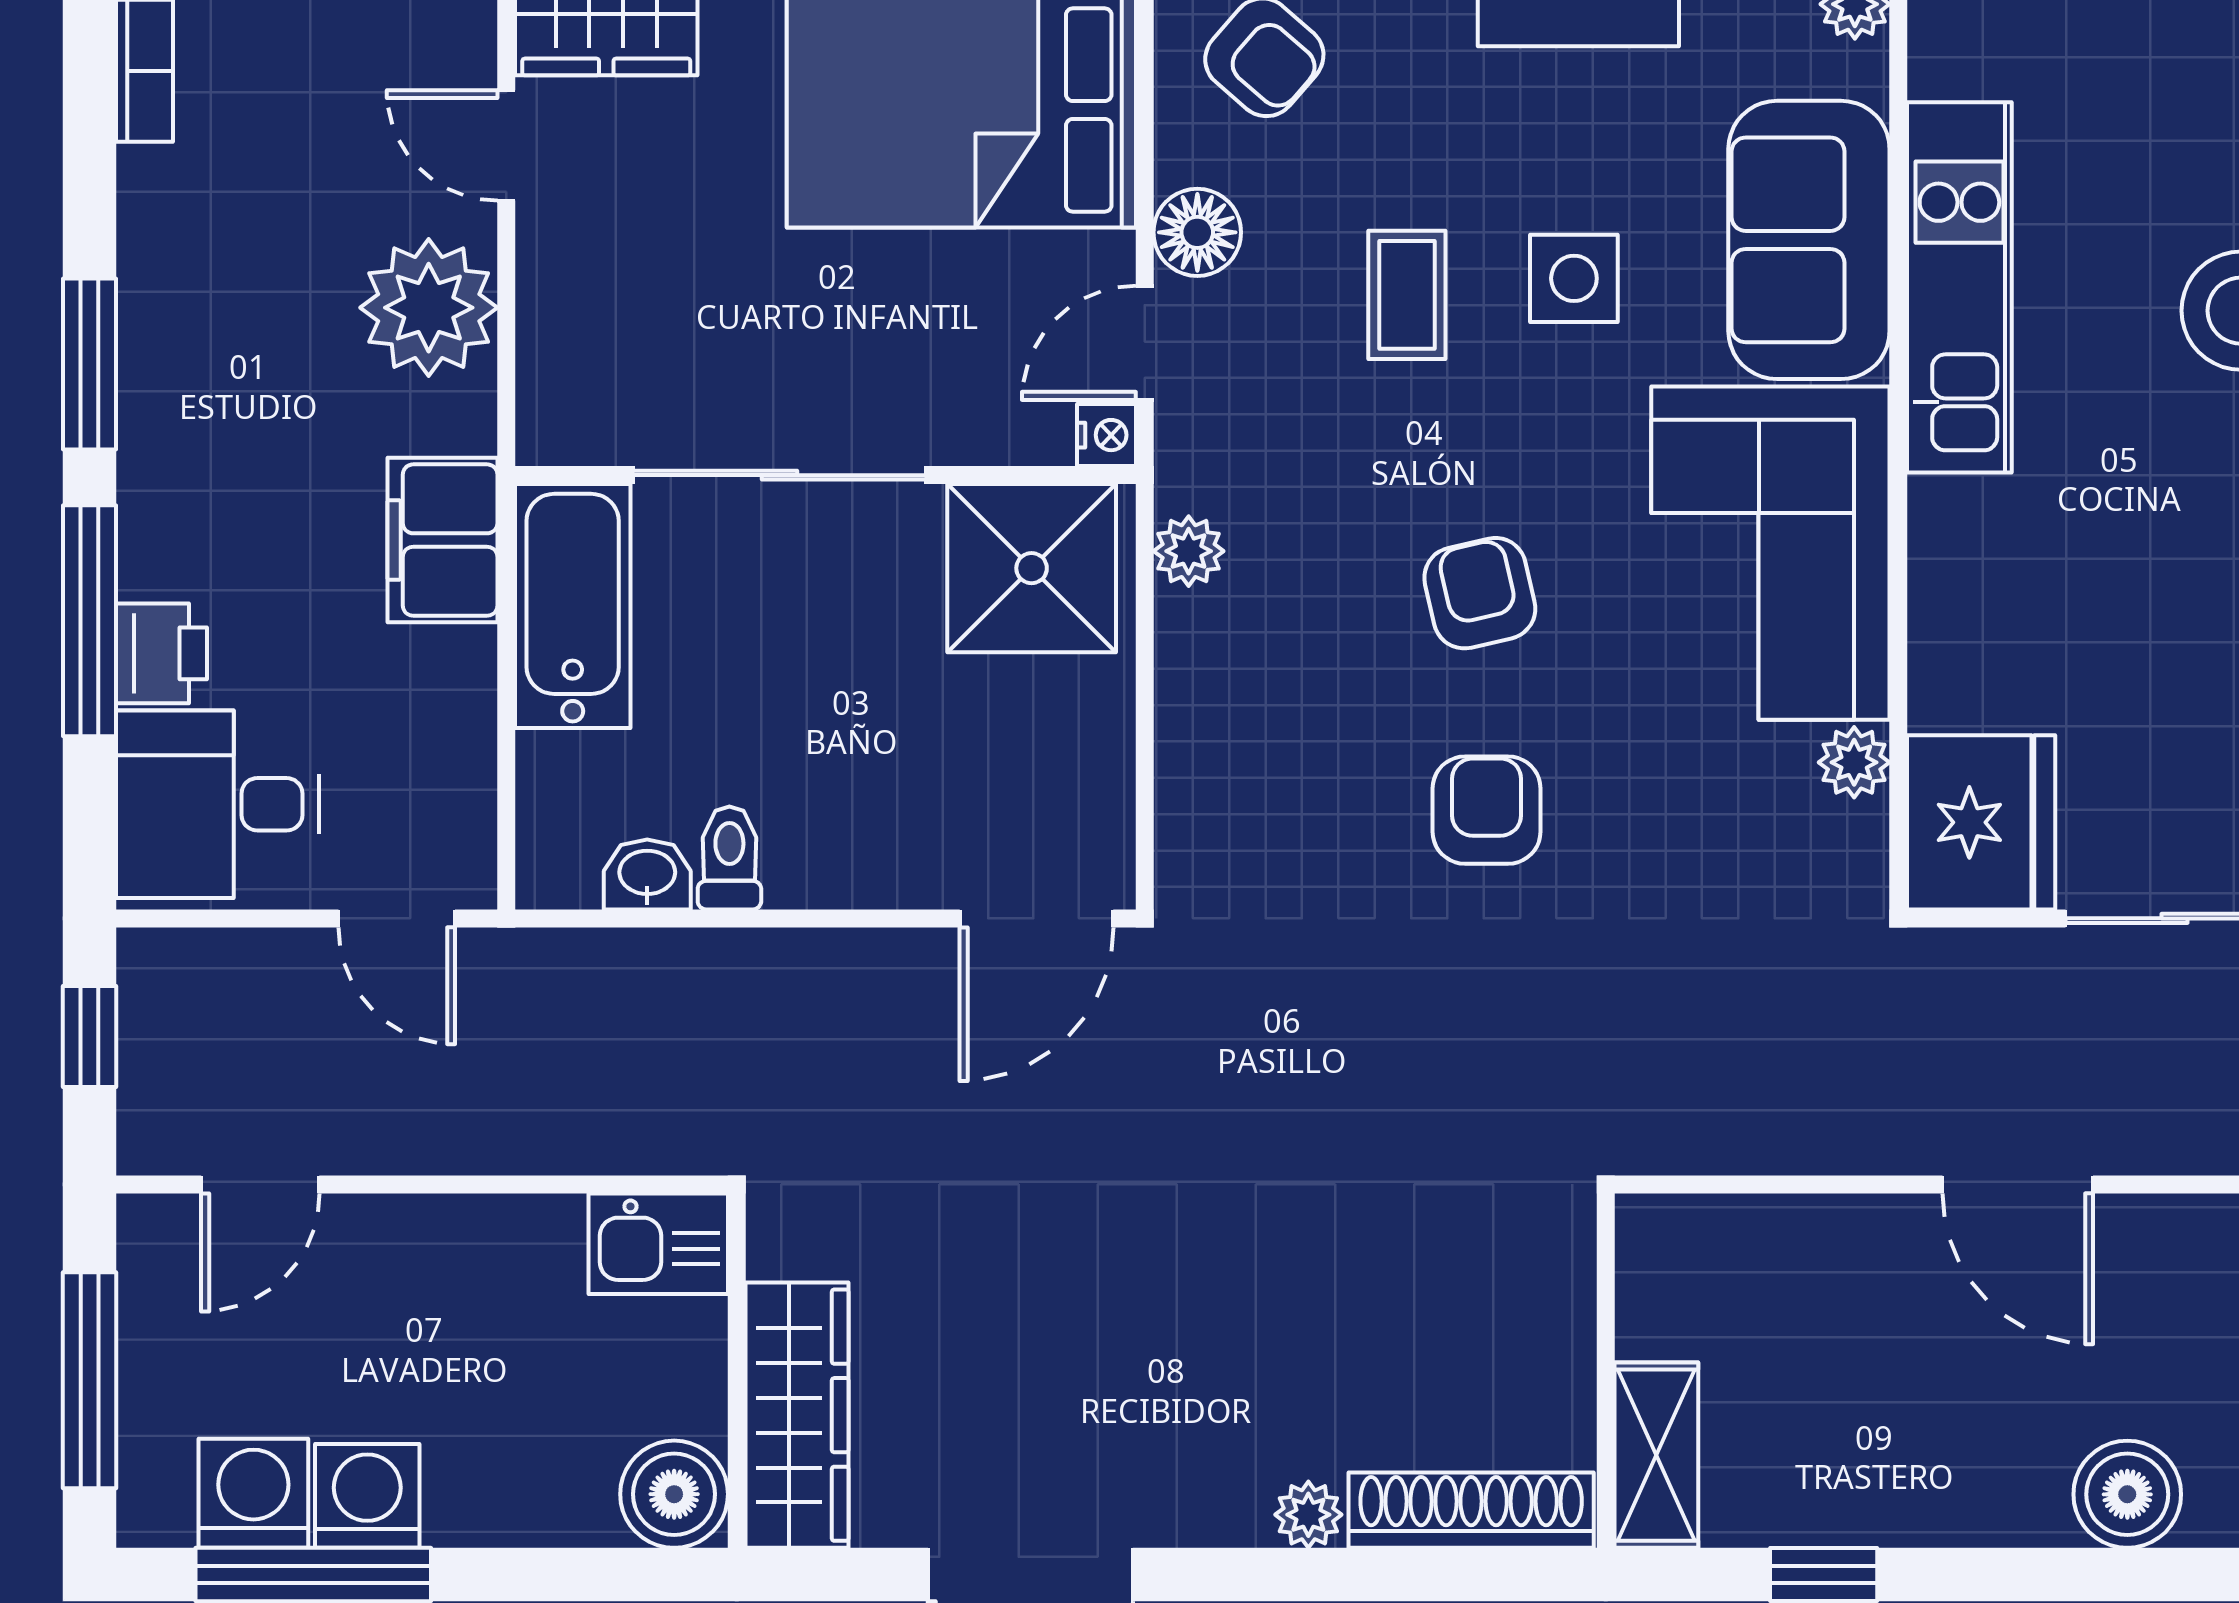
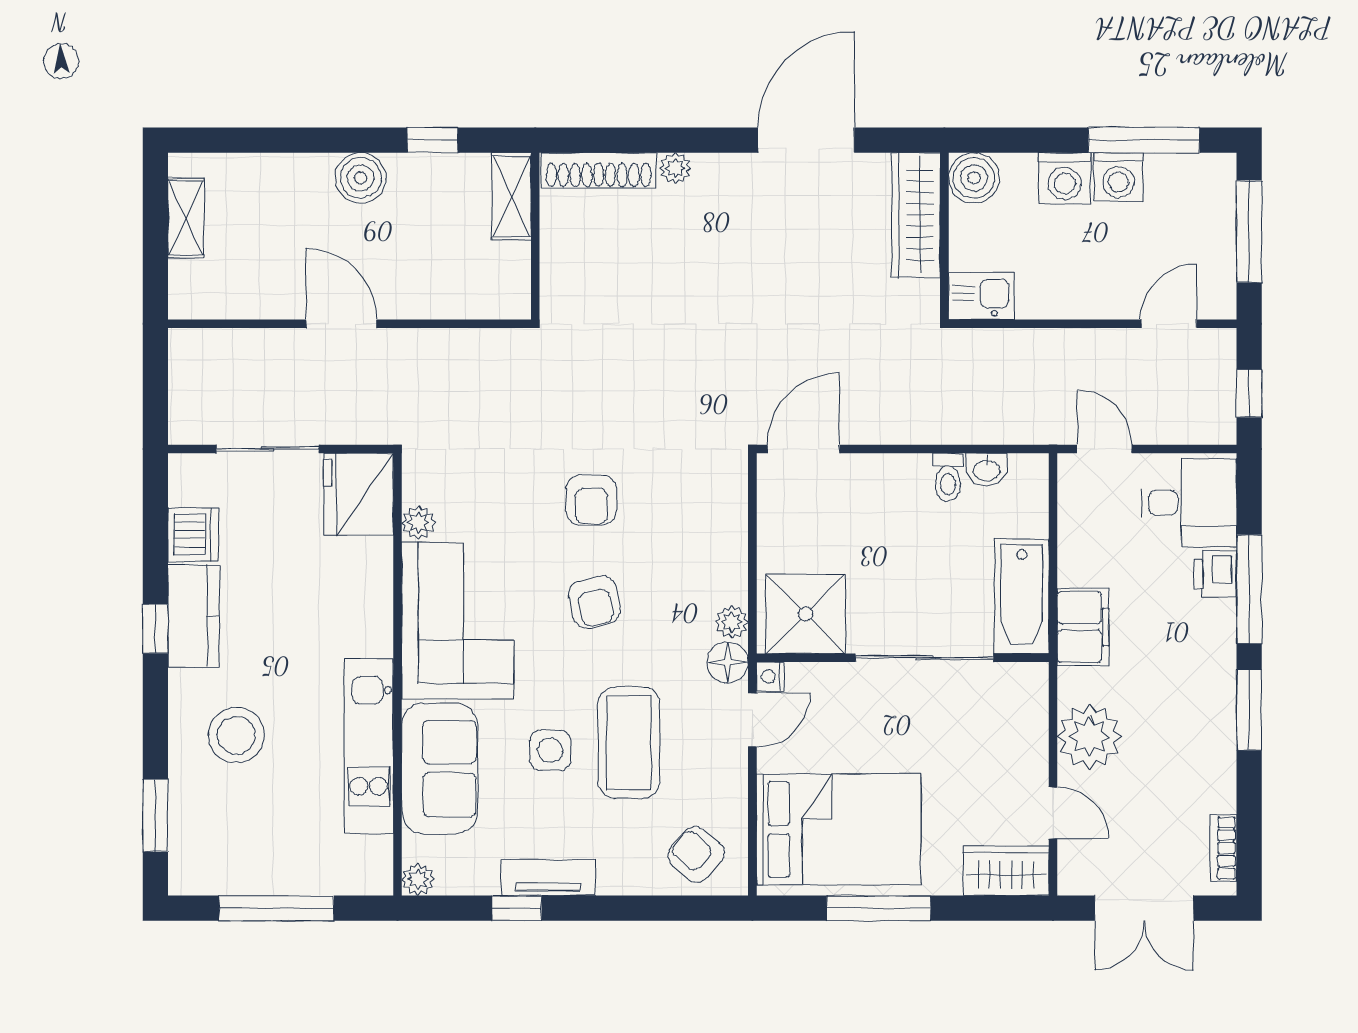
floor lamp: (1197, 232) -> (728, 662), moved
coffee table: (1407, 295) -> (629, 743), width x1.86, depth x1.72
washing machine: (253, 1493) -> (1065, 178), moved
boiler: (2127, 1494) -> (361, 178), moved

